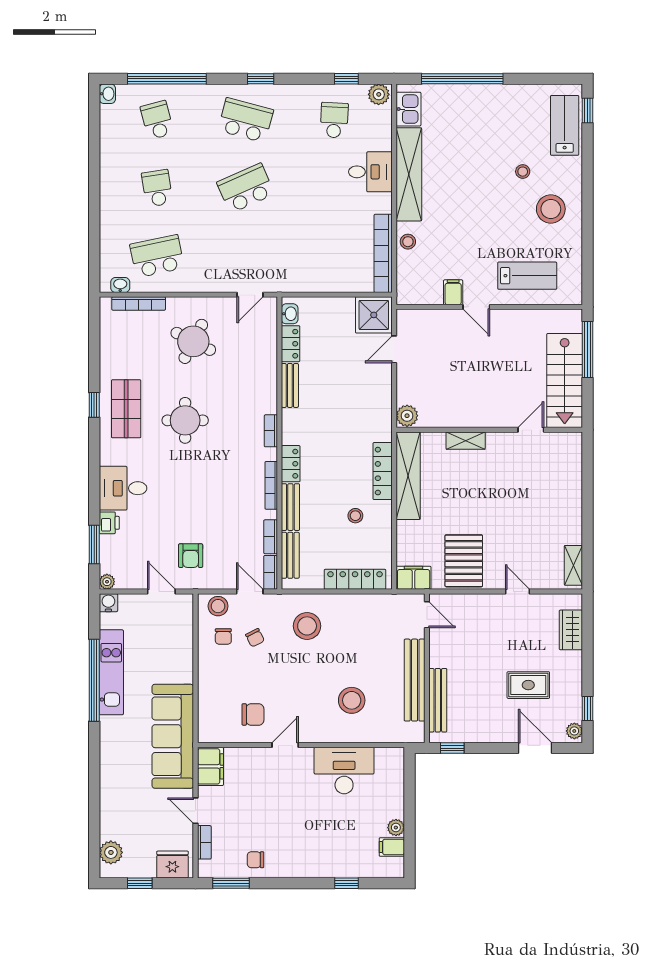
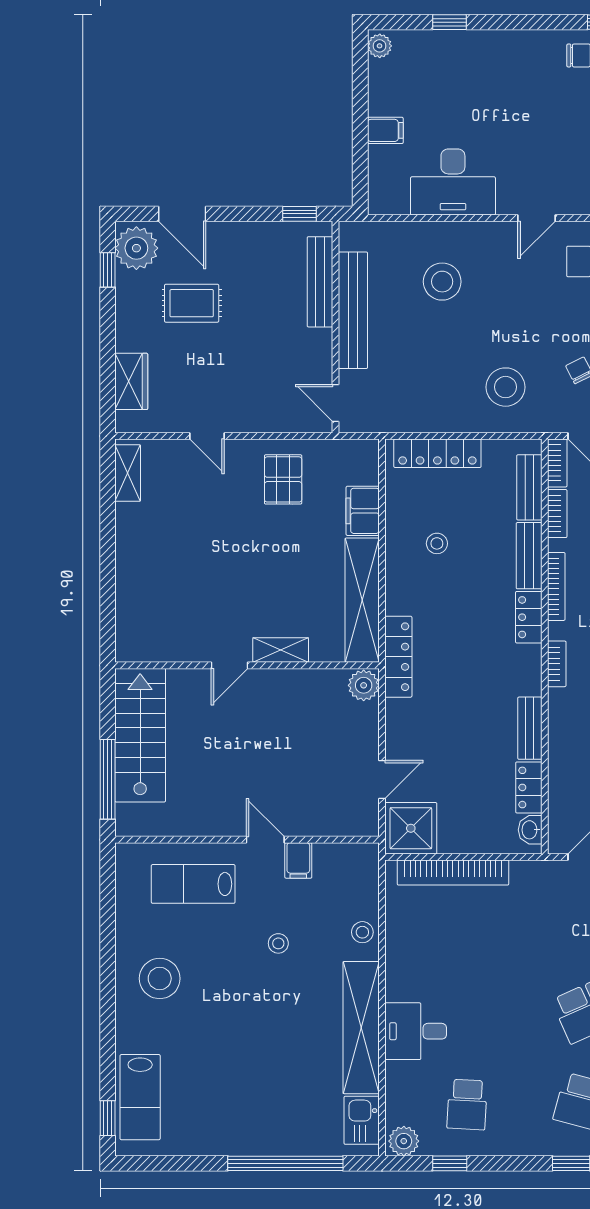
stool: (523, 172) -> (278, 943), moved
bookcase: (383, 253) -> (453, 873), moved, turned 90
door: (531, 430) -> (230, 665), moved
locker: (383, 471) -> (398, 657), moved
pallet: (464, 561) -> (283, 479), width x0.67, depth x0.71
filing cabinet: (414, 578) -> (363, 511), moved, turned 90
plant: (574, 731) -> (136, 248), width x1.88, depth x1.88
plant: (396, 828) -> (380, 46), moved
filing cabinet: (392, 847) -> (385, 130), moved

